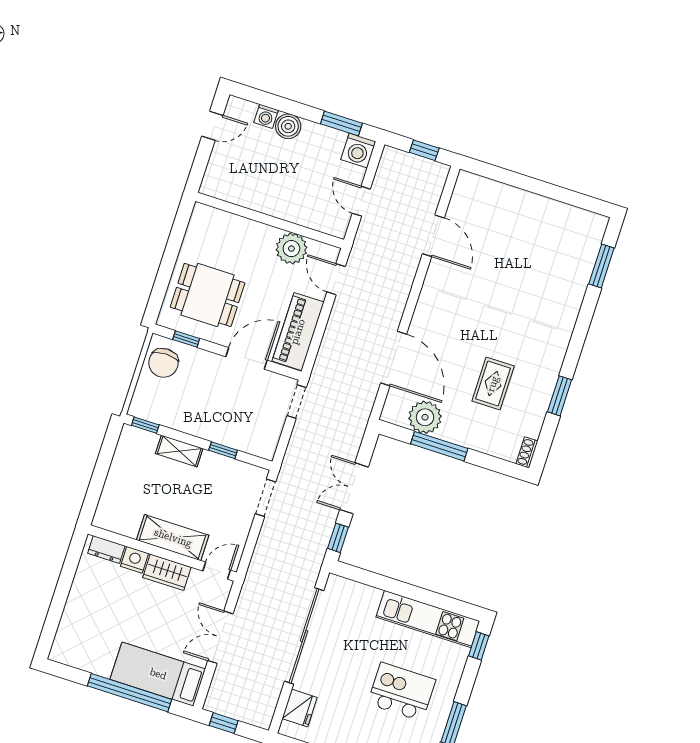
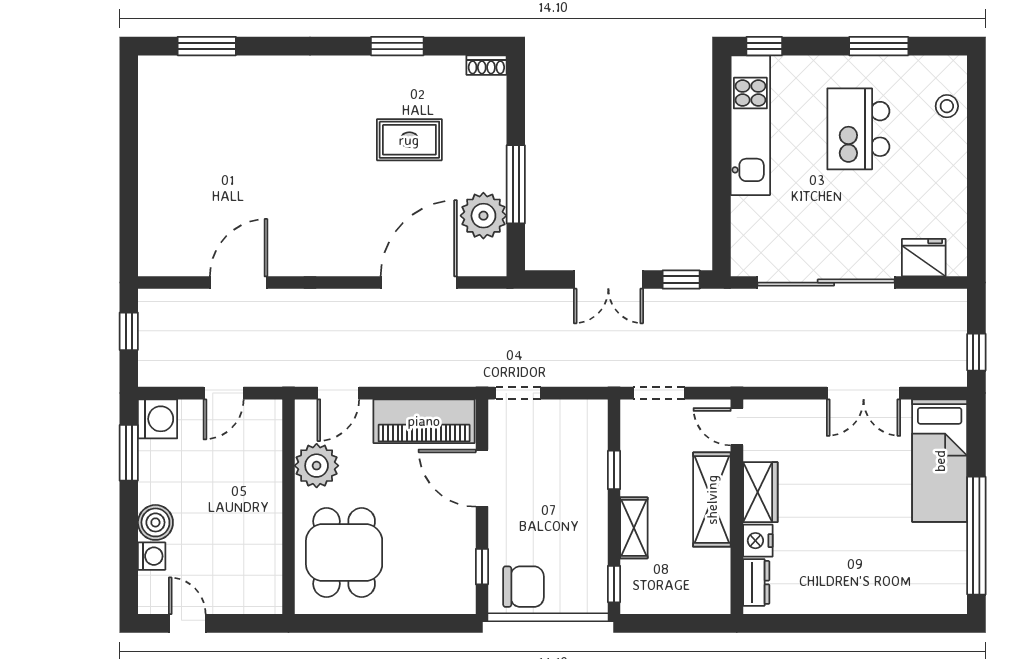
dining table: (208, 295) -> (344, 553), moved
shelving: (173, 538) -> (712, 500), moved
dresser: (106, 550) -> (756, 582), moved
wall: (162, 553) -> (737, 507), moved
nightstand: (134, 560) -> (758, 541), moved
door: (217, 571) -> (737, 427), moved
wardrobe: (167, 572) -> (760, 492), moved
window: (129, 693) -> (976, 536), moved

